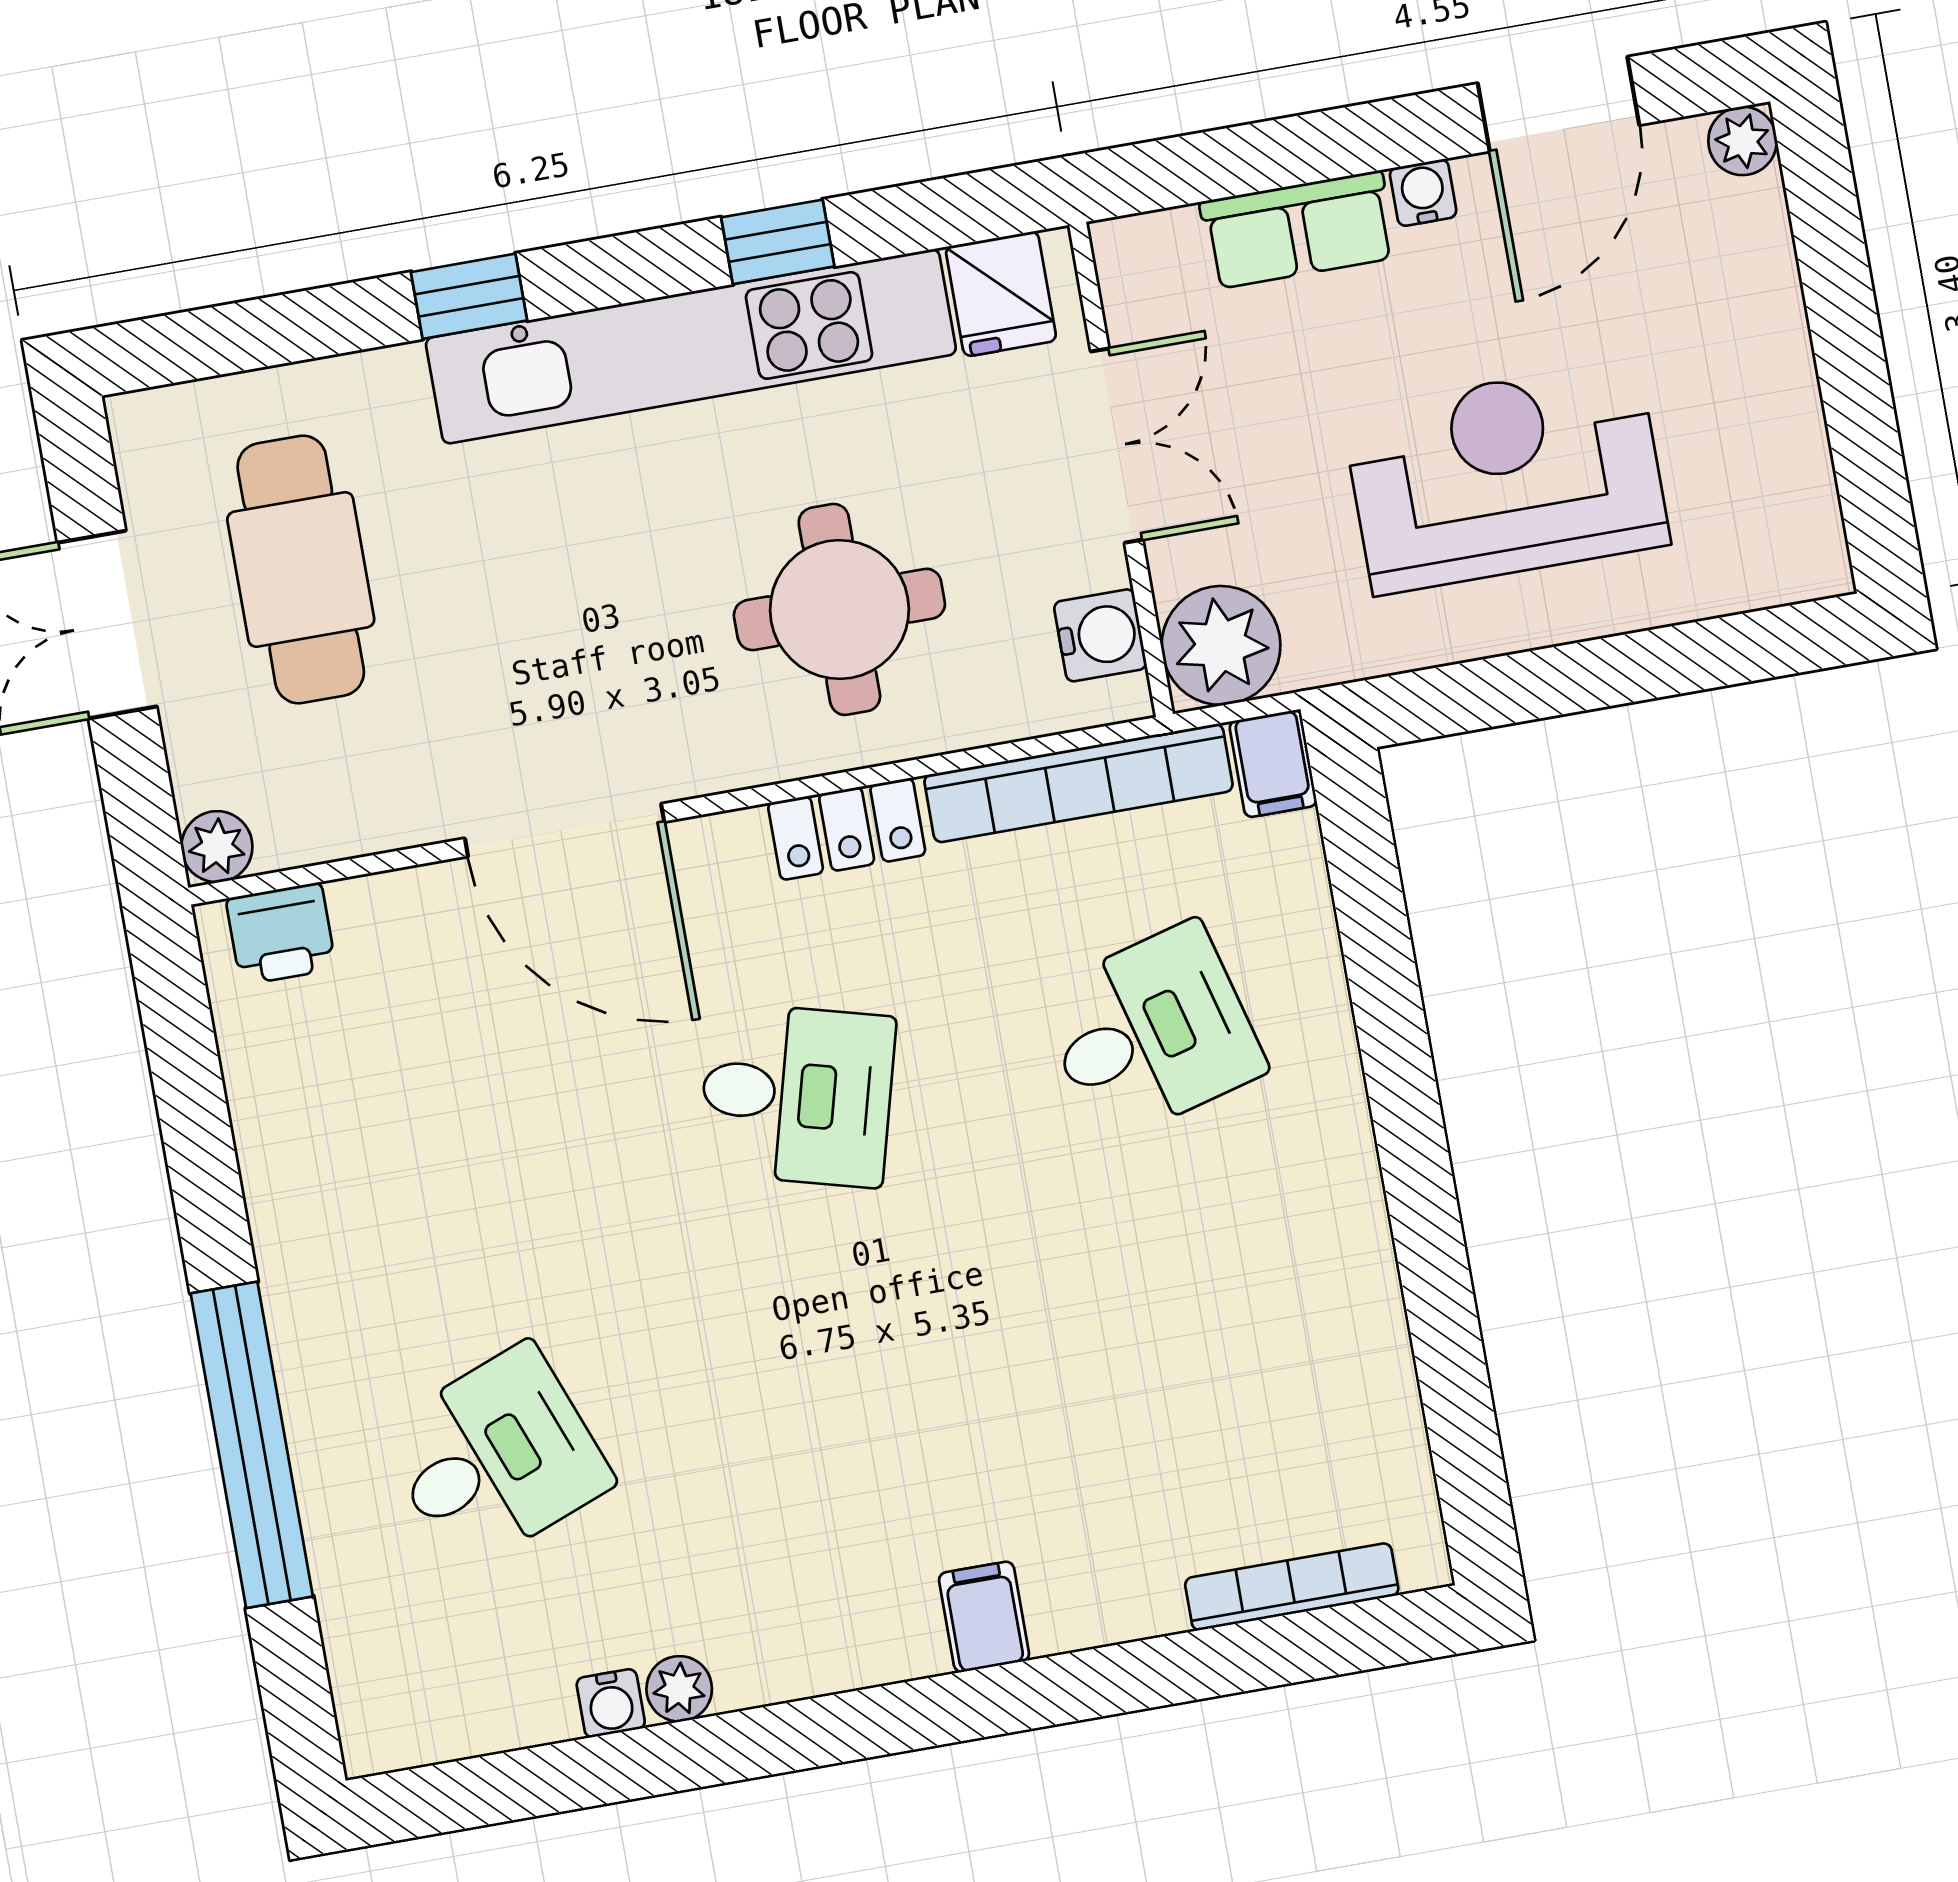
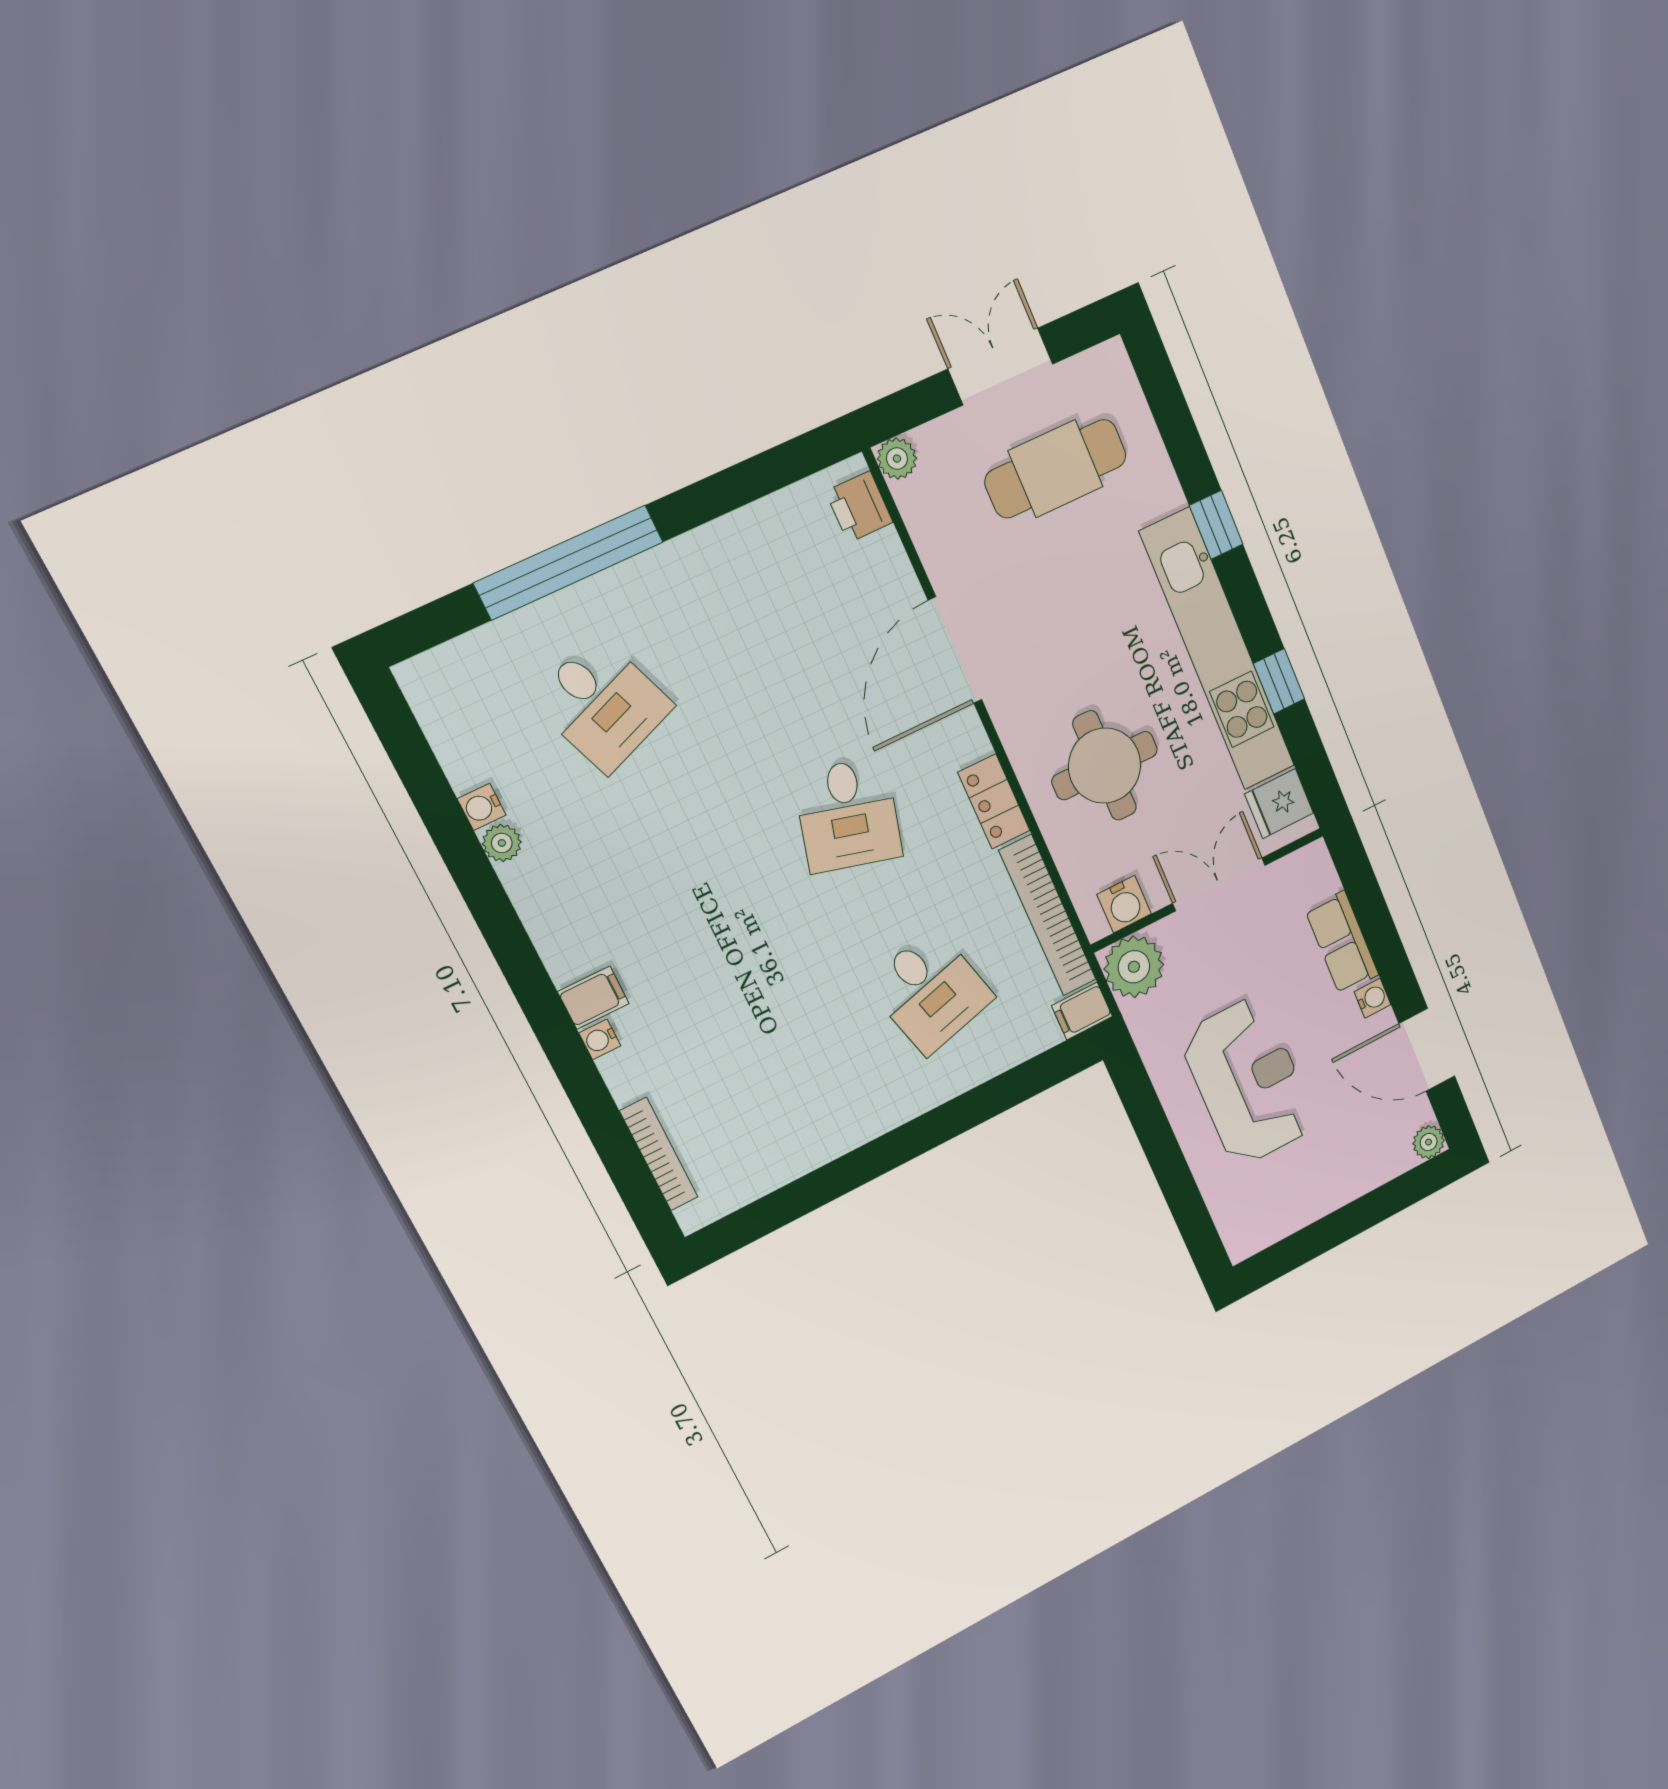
double door: (1117, 446) -> (1219, 884), swing flipped
water cooler: (1059, 1627) -> (600, 1039), added

